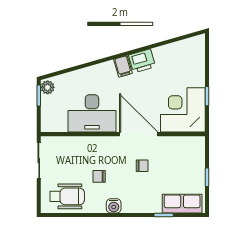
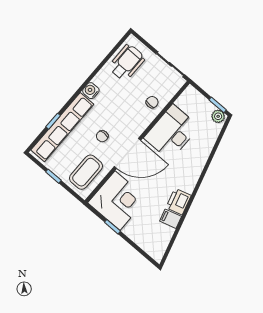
filing cabinet: (123, 66) -> (171, 219), moved
coffee table: (182, 154) -> (86, 172), added
chair: (99, 176) -> (152, 102), moved
wheelchair: (67, 196) -> (127, 63), turned 180
row of seats: (182, 204) -> (62, 127), width x2.02

